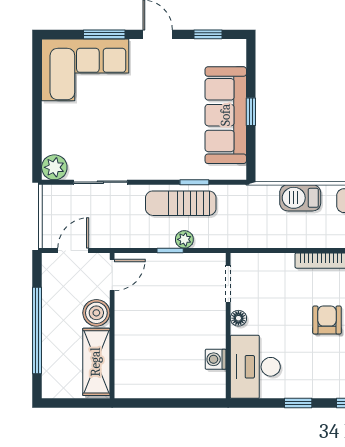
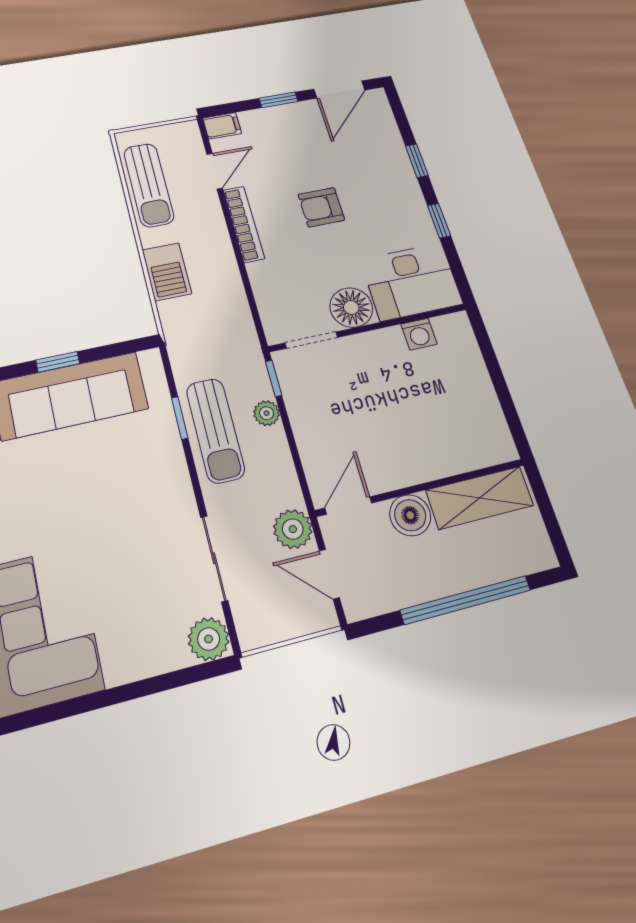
plant: (106, 236) -> (293, 529), added
window: (170, 251) -> (274, 378), moved
door: (112, 275) -> (348, 505), hinge flipped
floor lamp: (238, 318) -> (351, 307), width x1.89, depth x1.89

